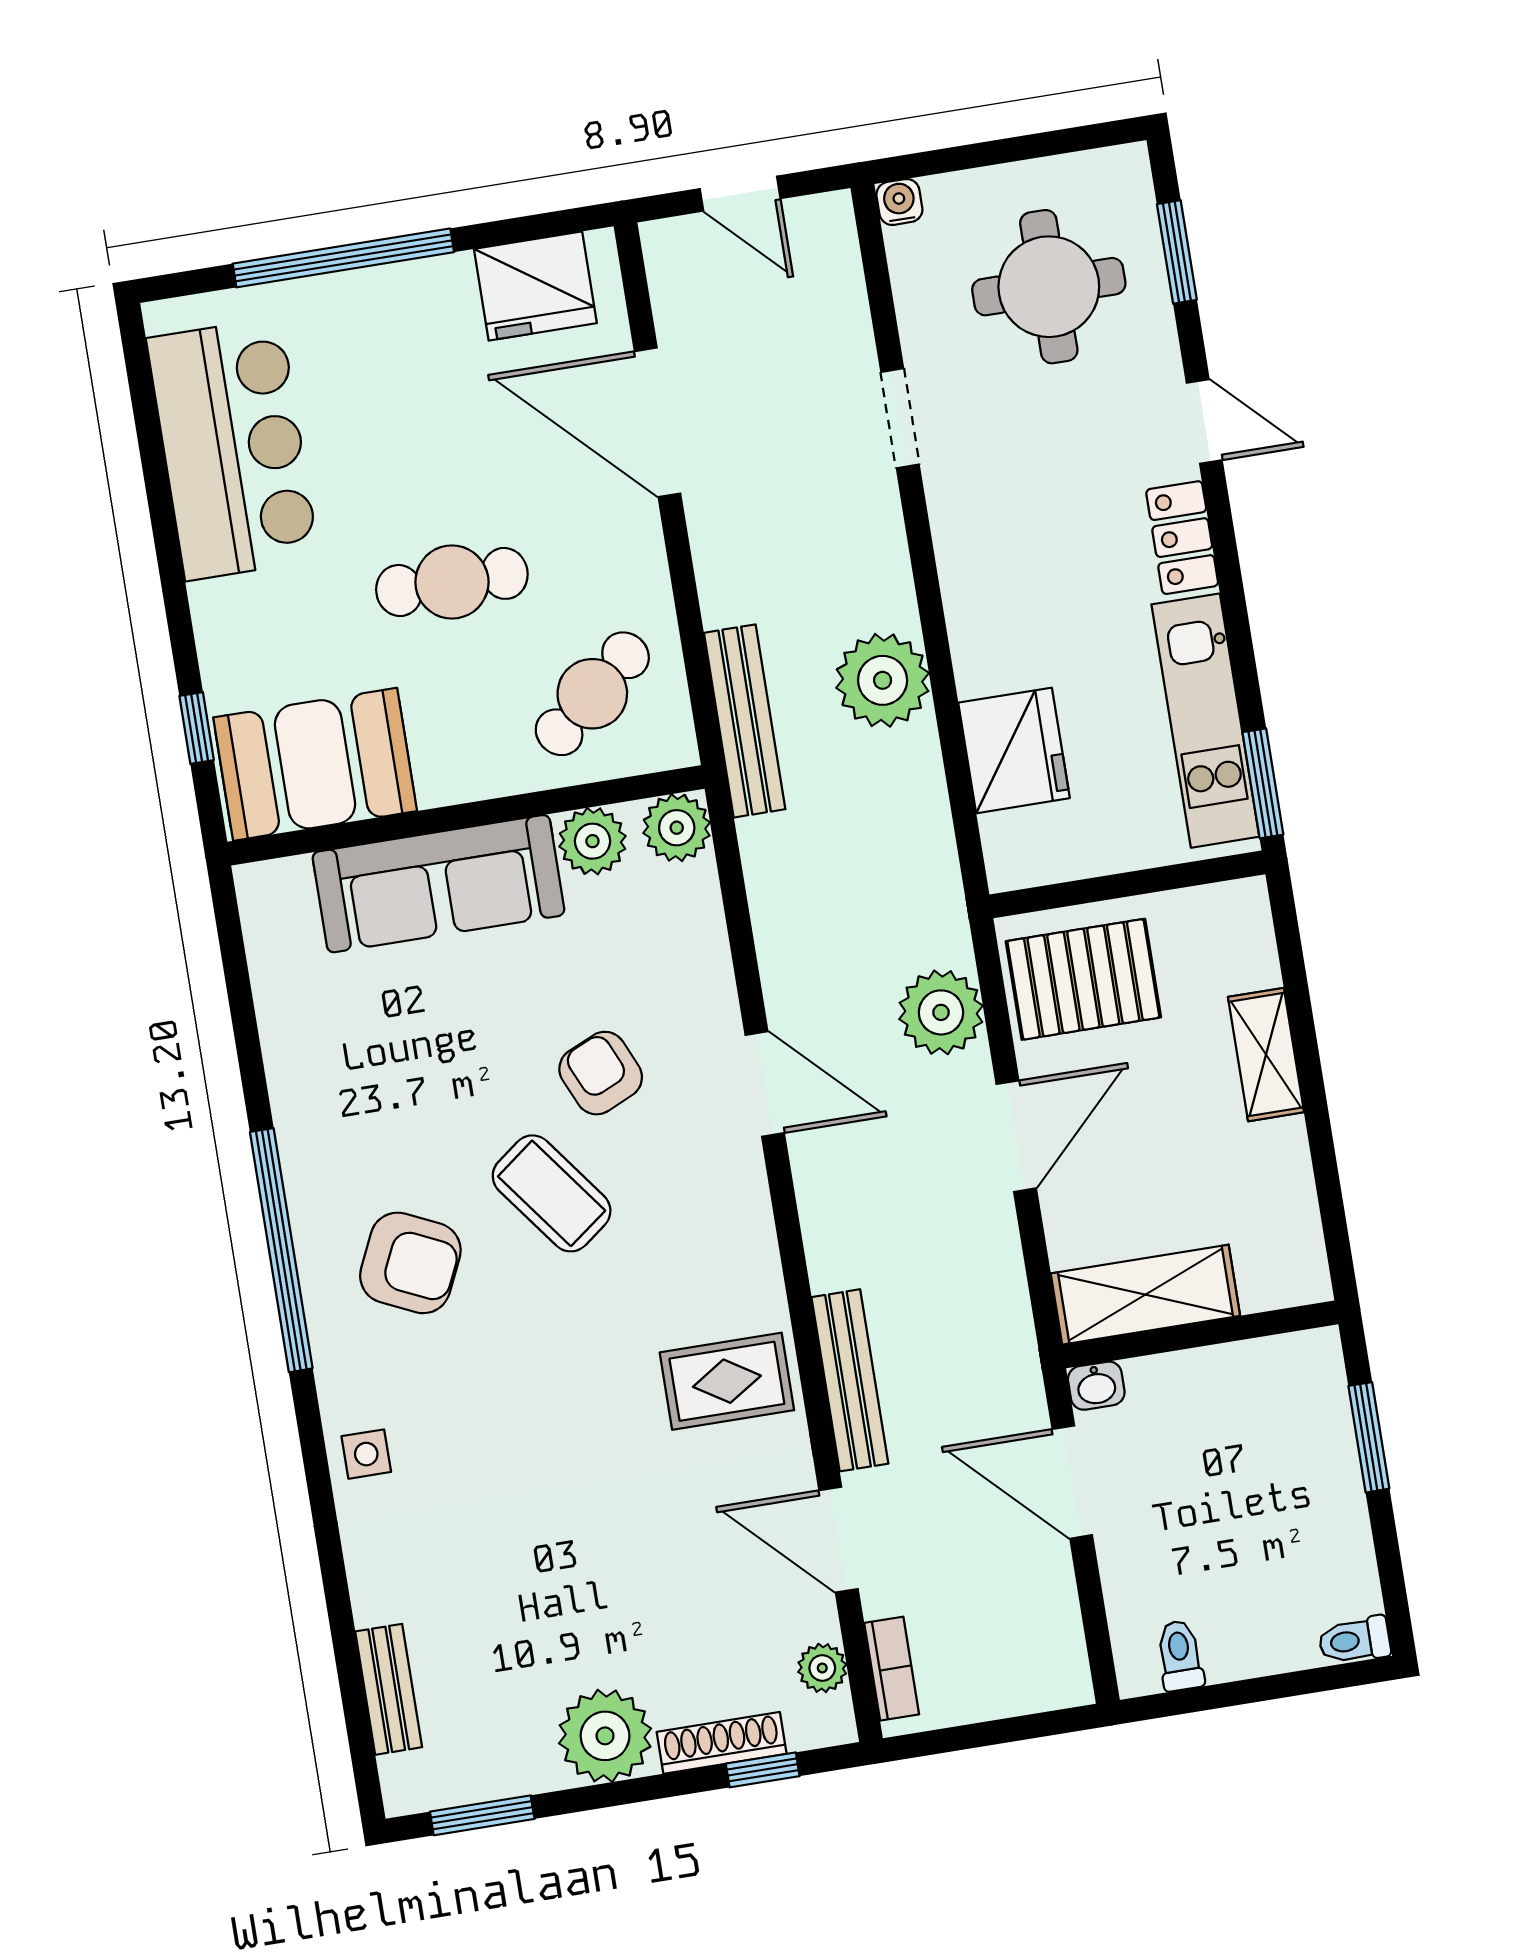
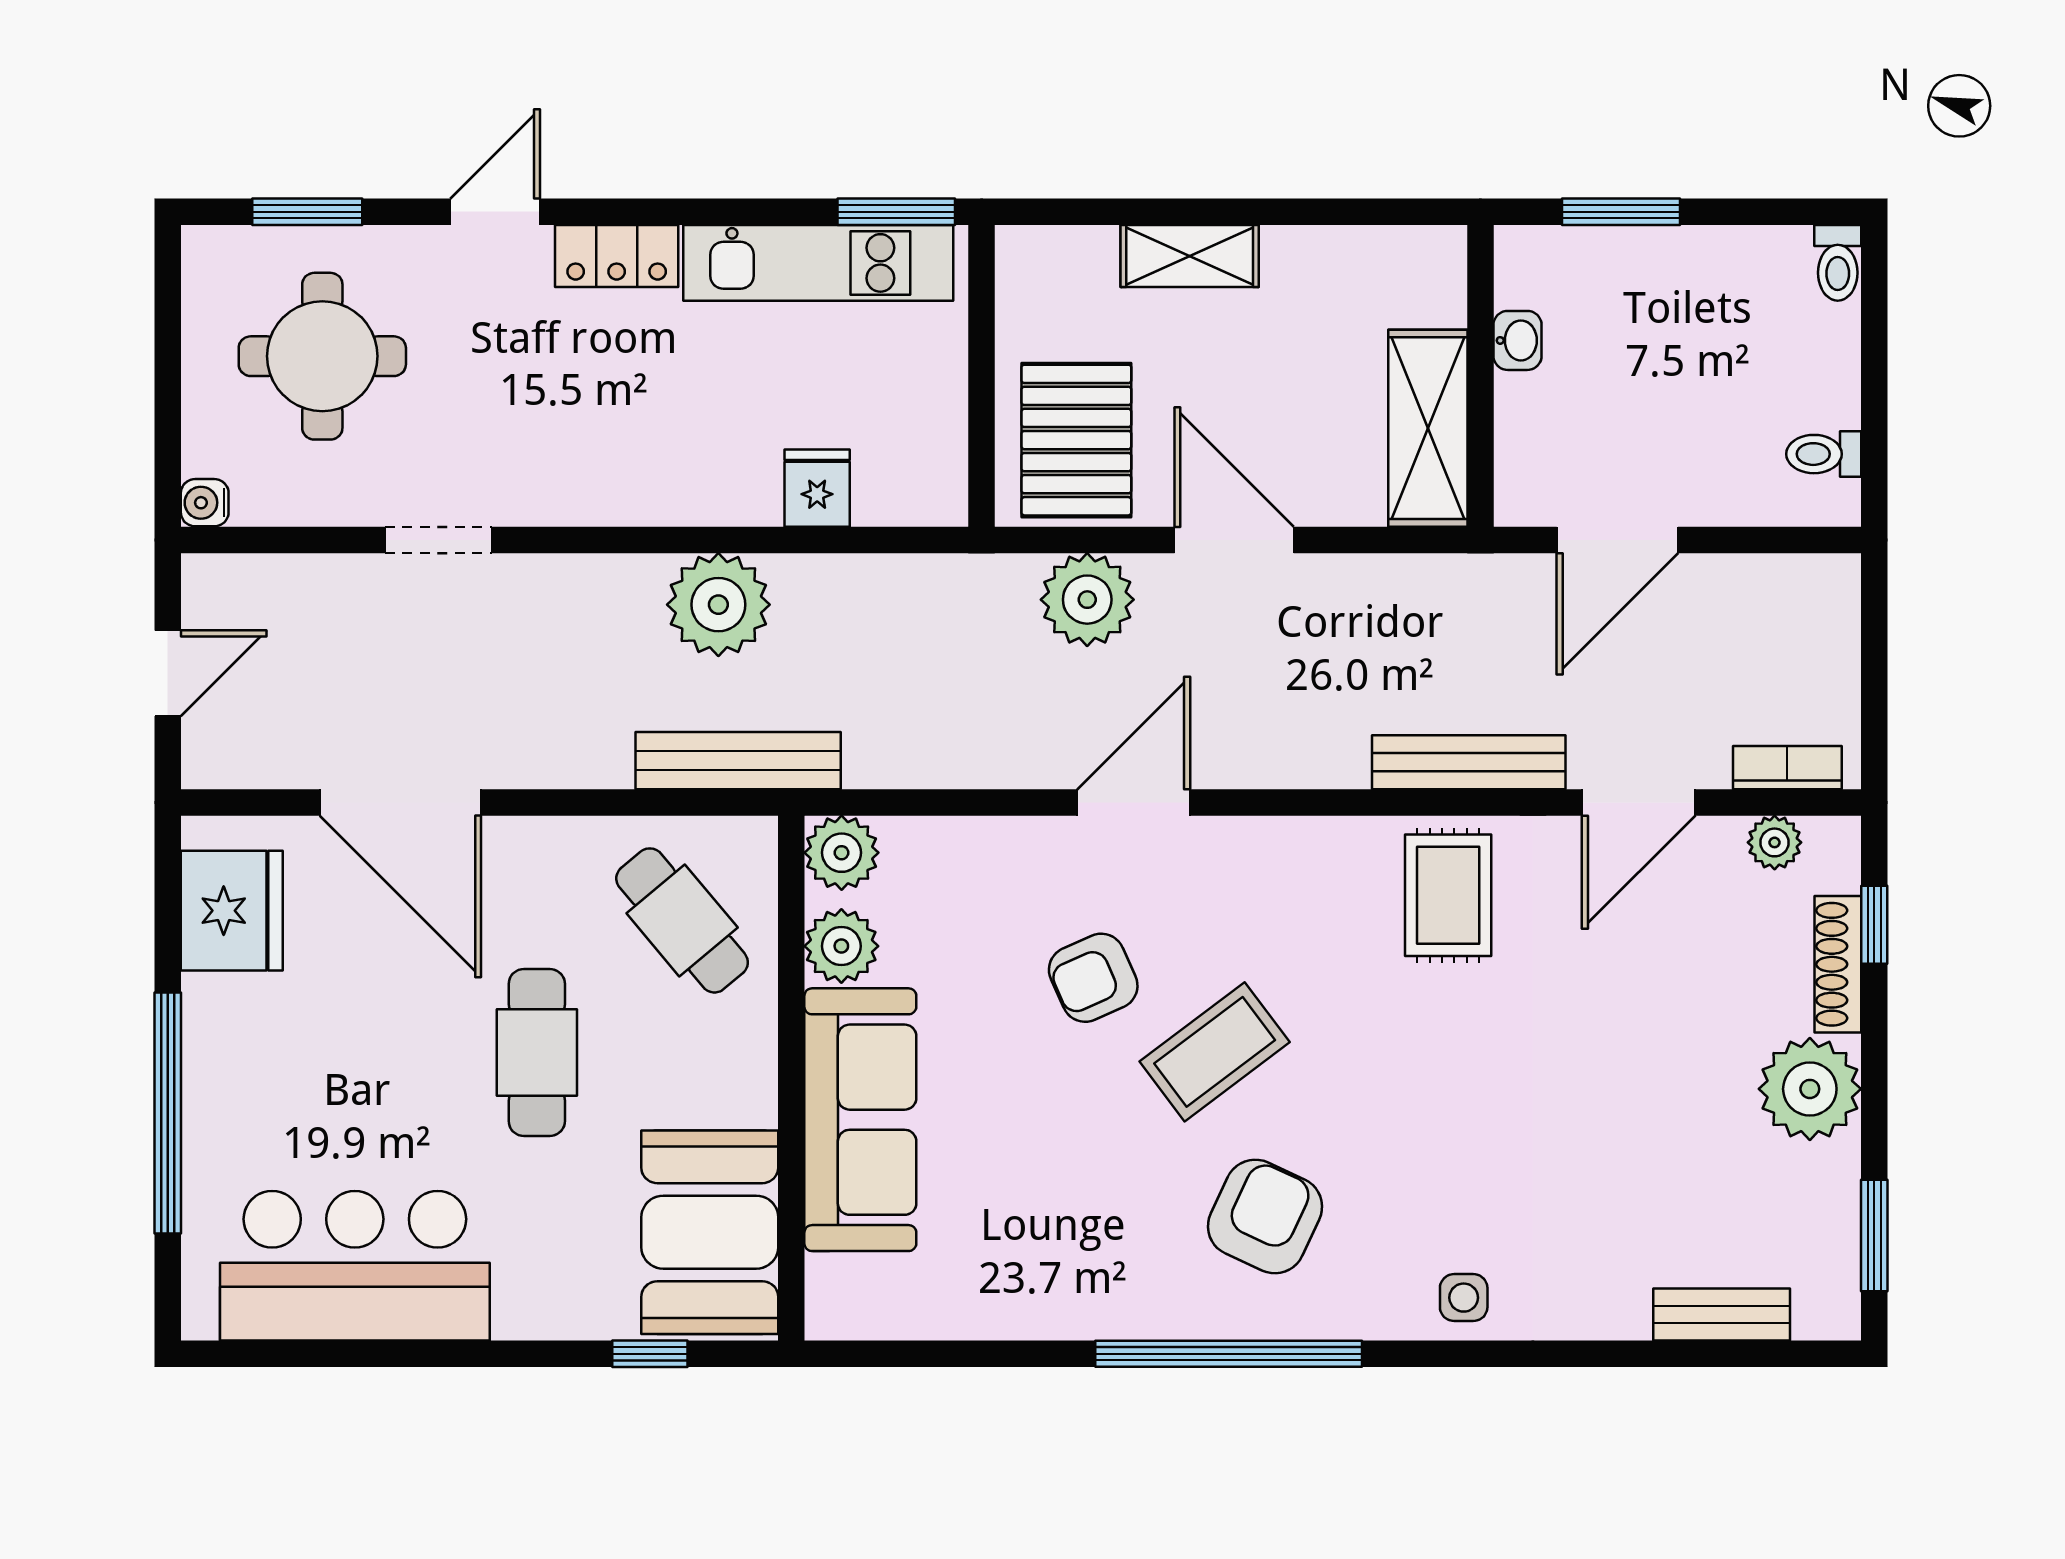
door: (658, 422) -> (400, 802), hinge flipped
fridge: (1014, 750) -> (817, 488), width x0.53, depth x0.75
washbasin: (1096, 1386) -> (1518, 340), moved

